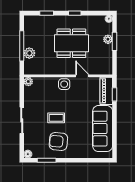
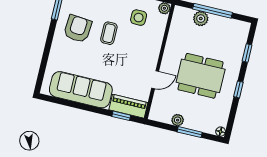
plant: (108, 39) -> (178, 120), moved
dining table: (71, 43) -> (201, 76), turned 90
side table: (64, 84) -> (139, 18), moved

